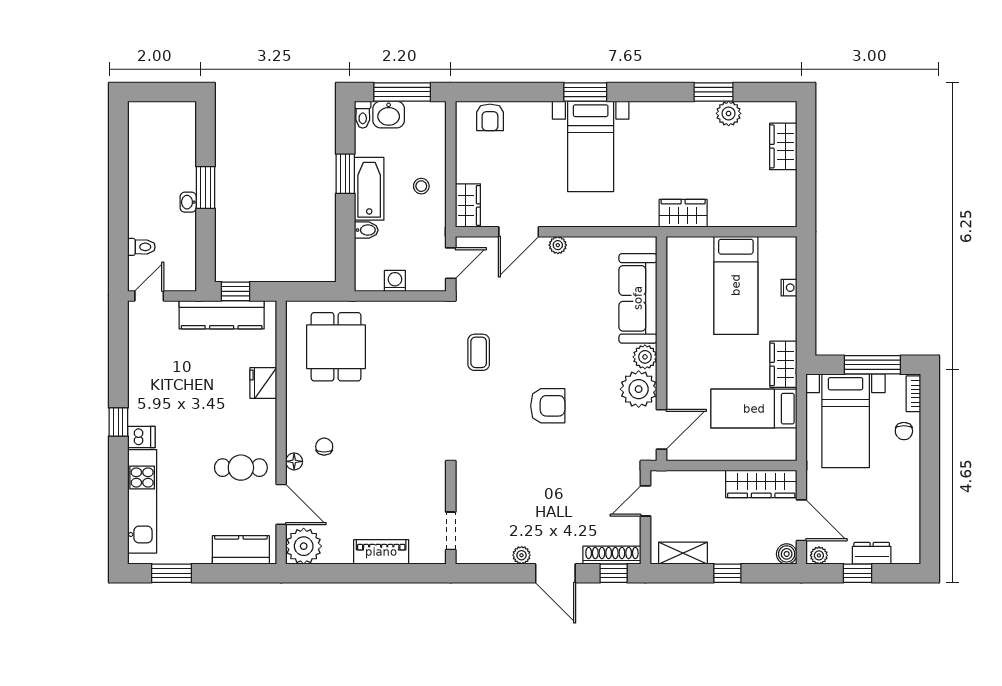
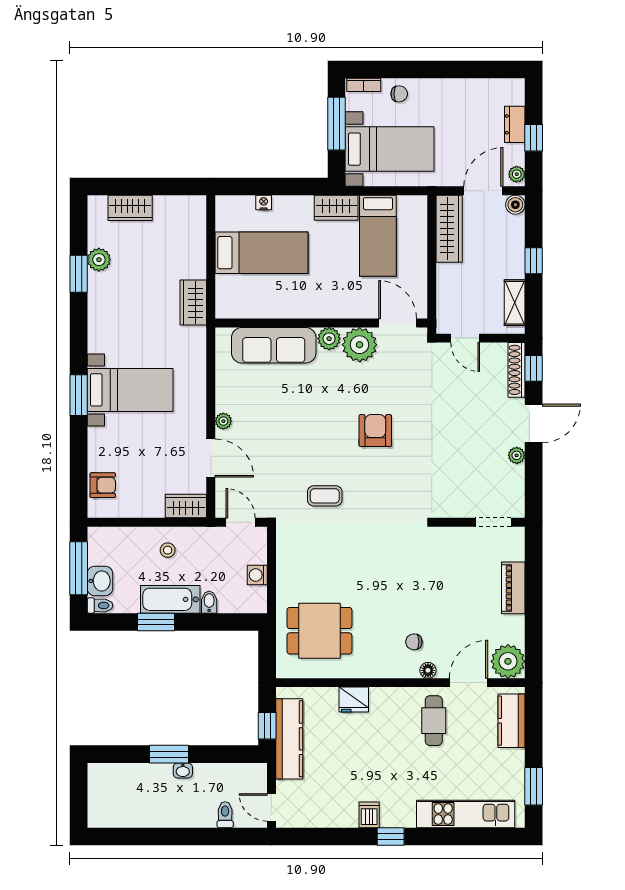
dishwasher: (141, 437) -> (369, 815), moved

